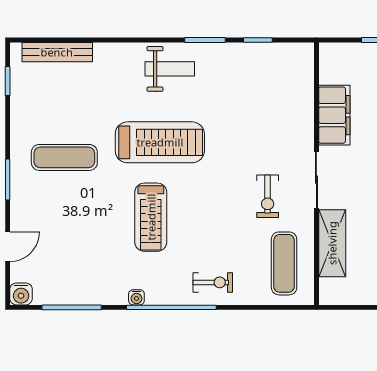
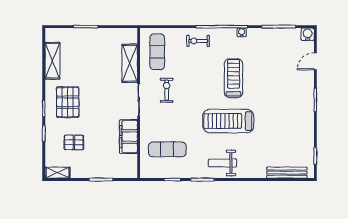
exercise mat: (64, 157) -> (167, 149), moved

